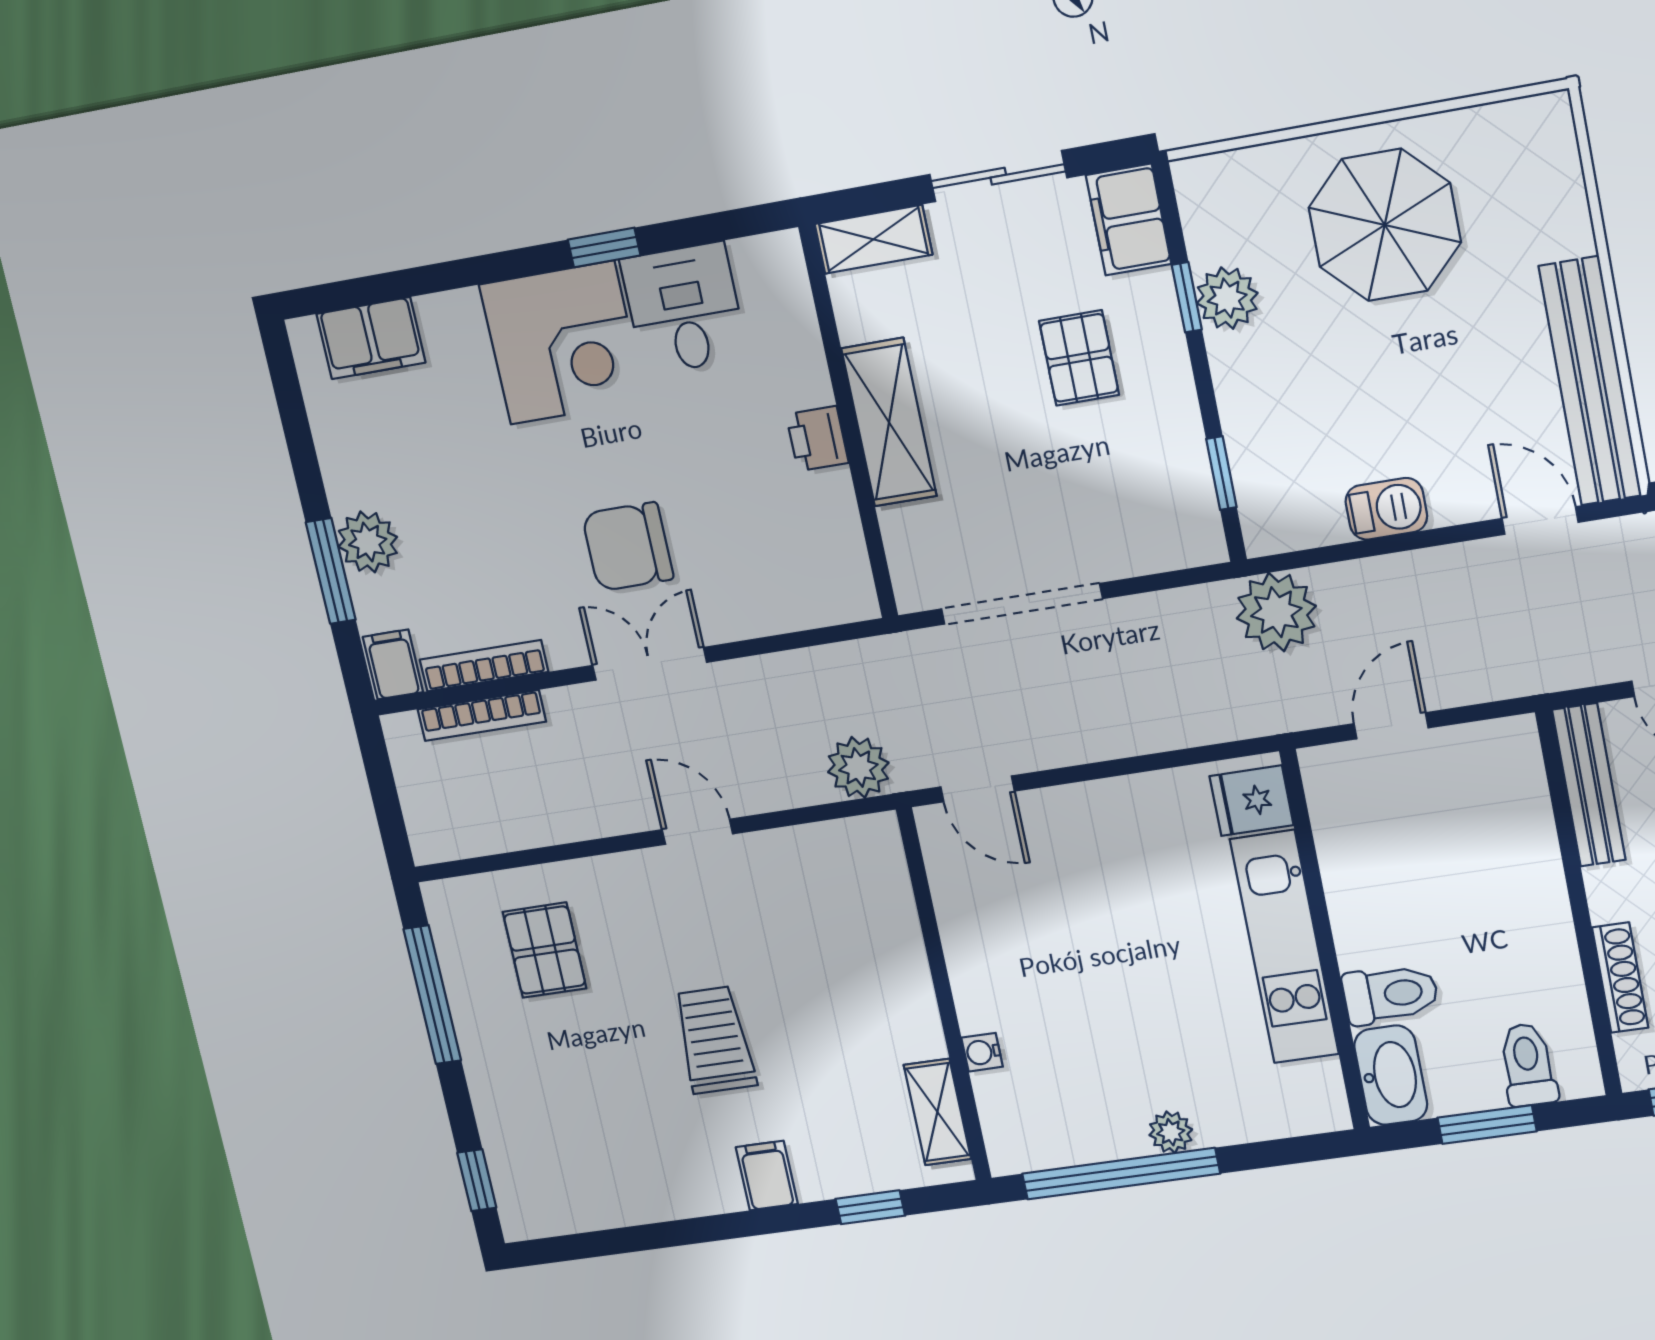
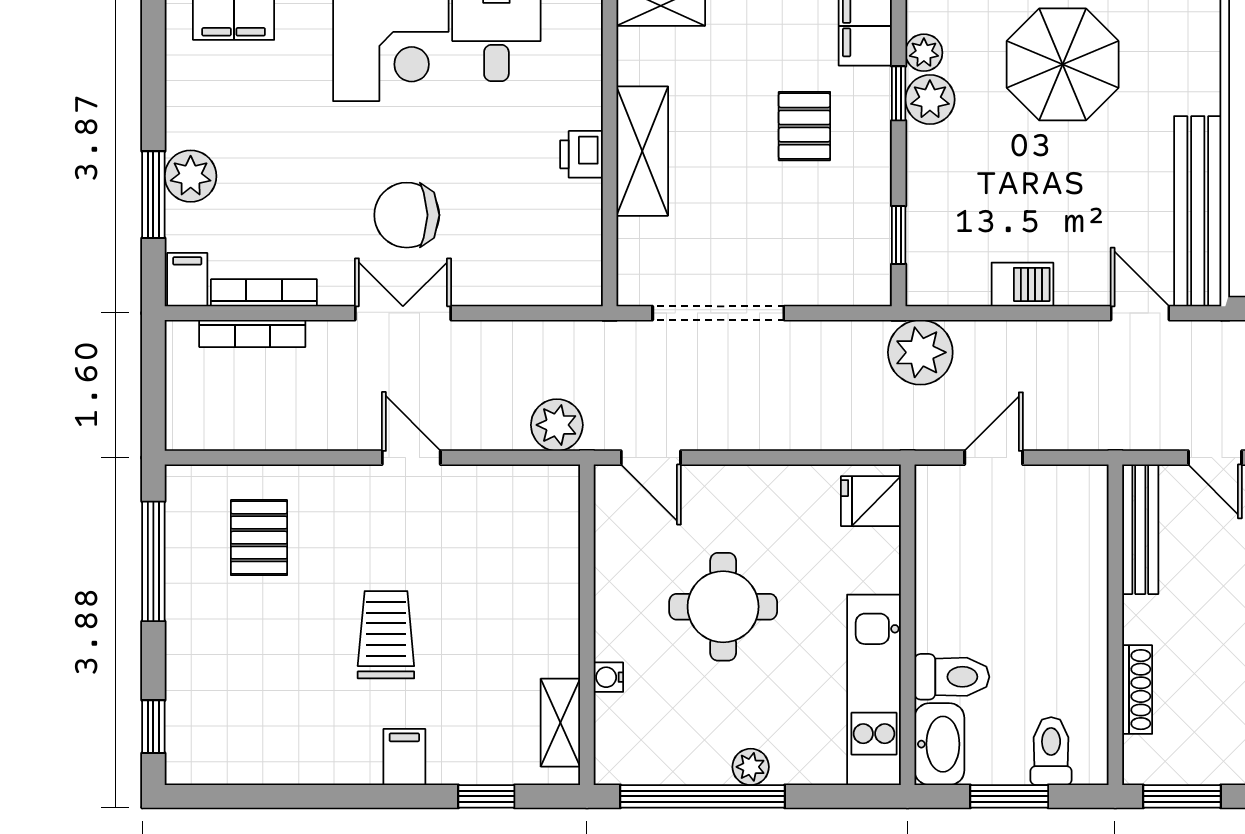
plant: (1208, 241) -> (924, 53), added
kitchen unit: (1284, 947) -> (874, 690), moved
round table: (1100, 951) -> (723, 607), added

